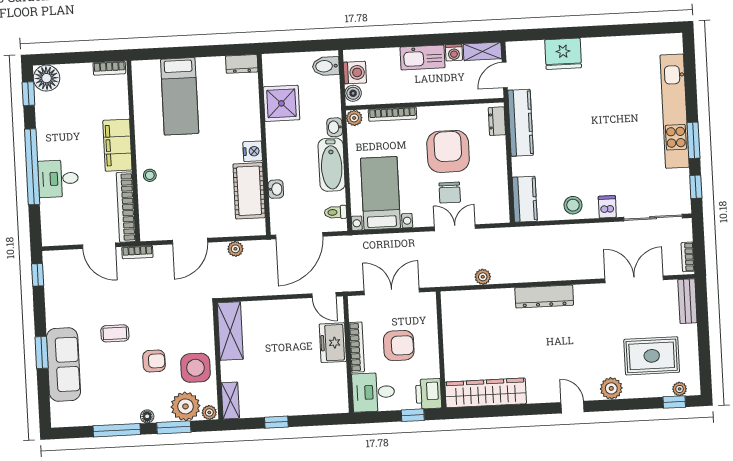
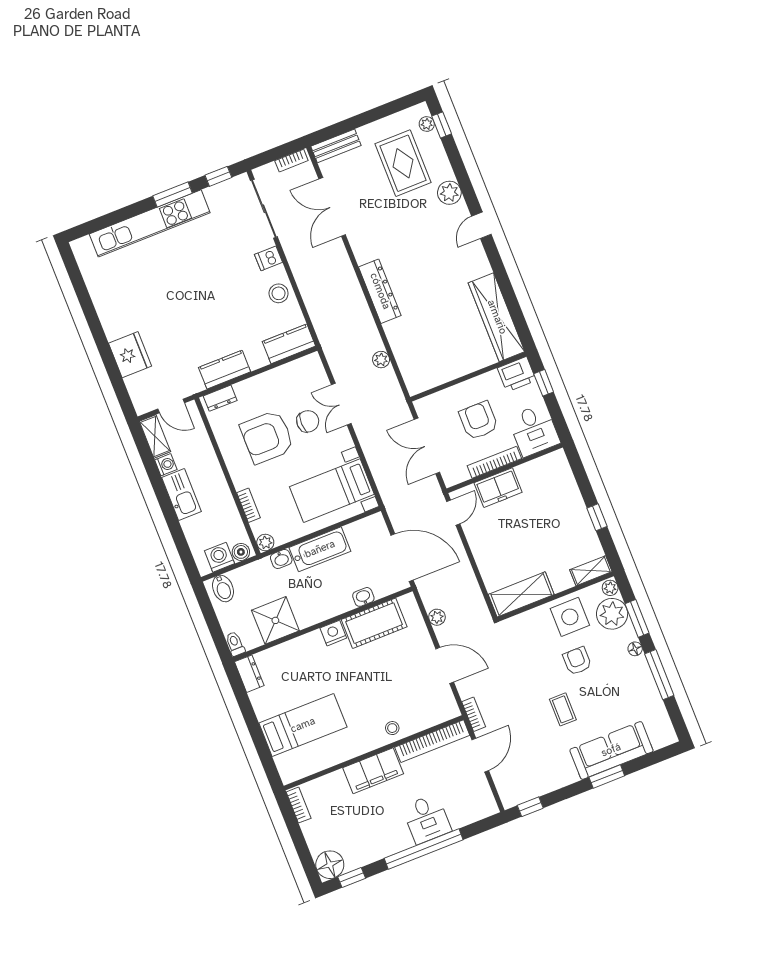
bookcase: (393, 114) -> (249, 505), width x0.64
kitchen counter: (521, 123) -> (225, 370), width x0.67
toilet: (335, 212) -> (235, 644), moved, turned 180

